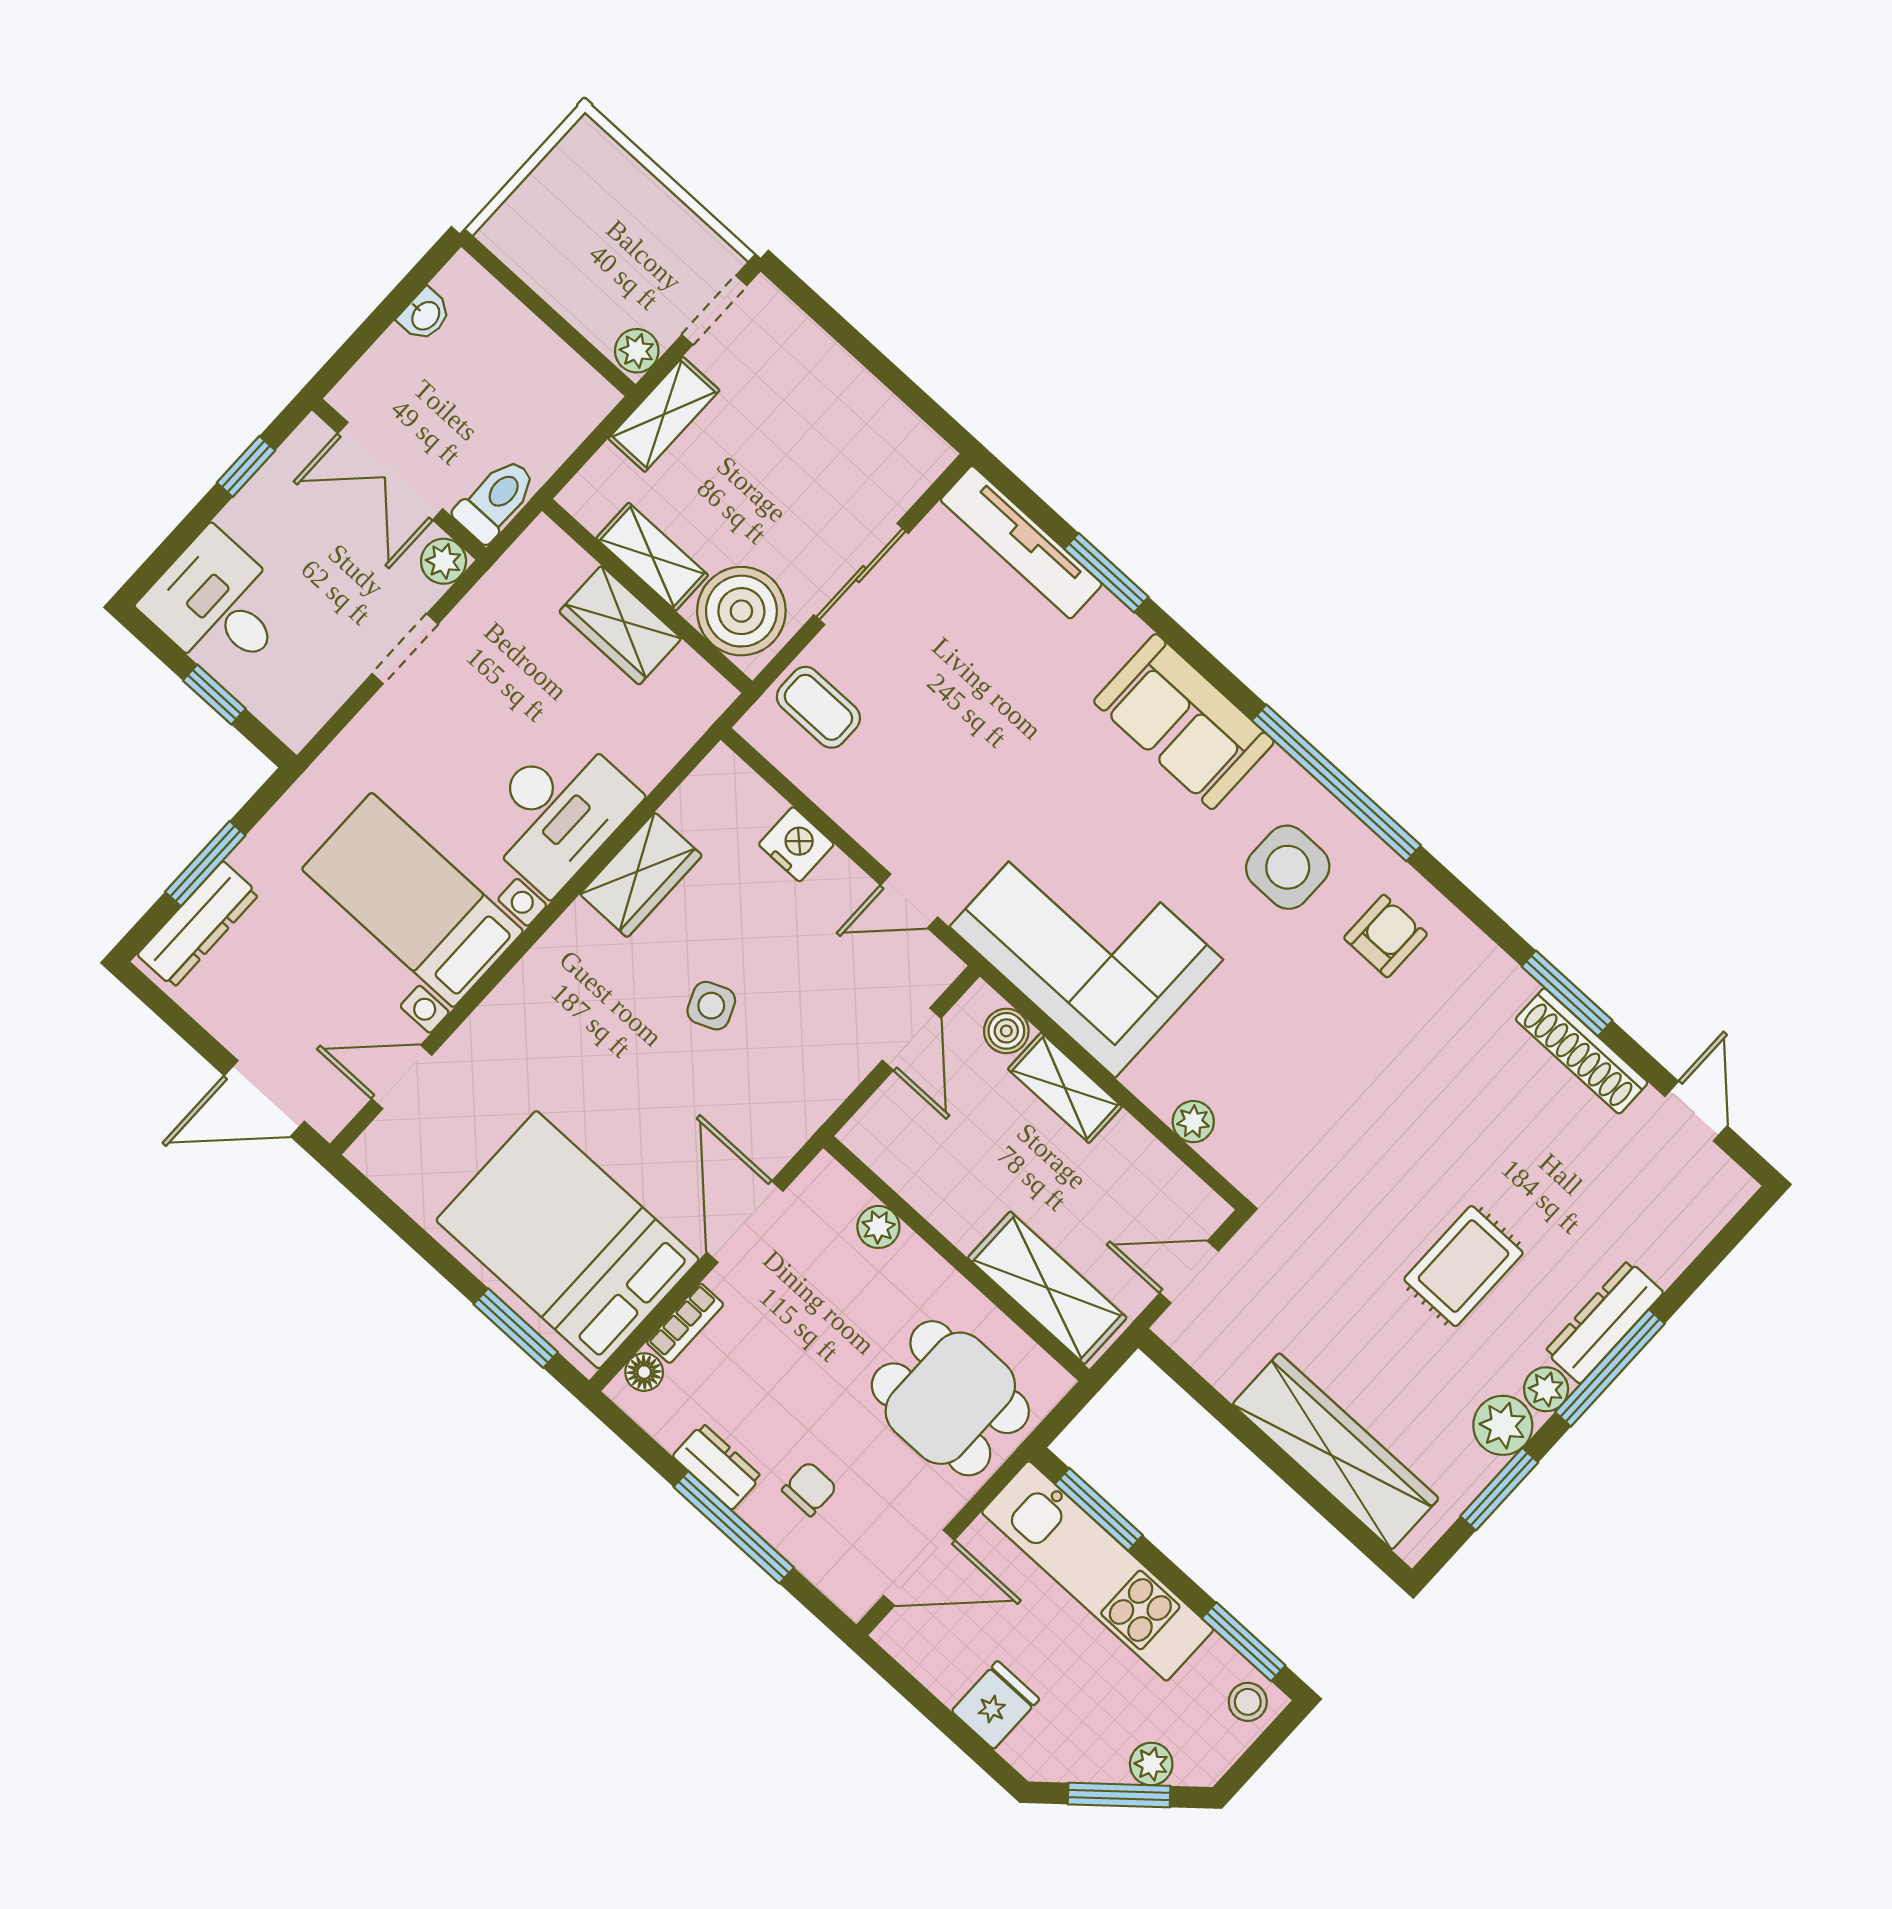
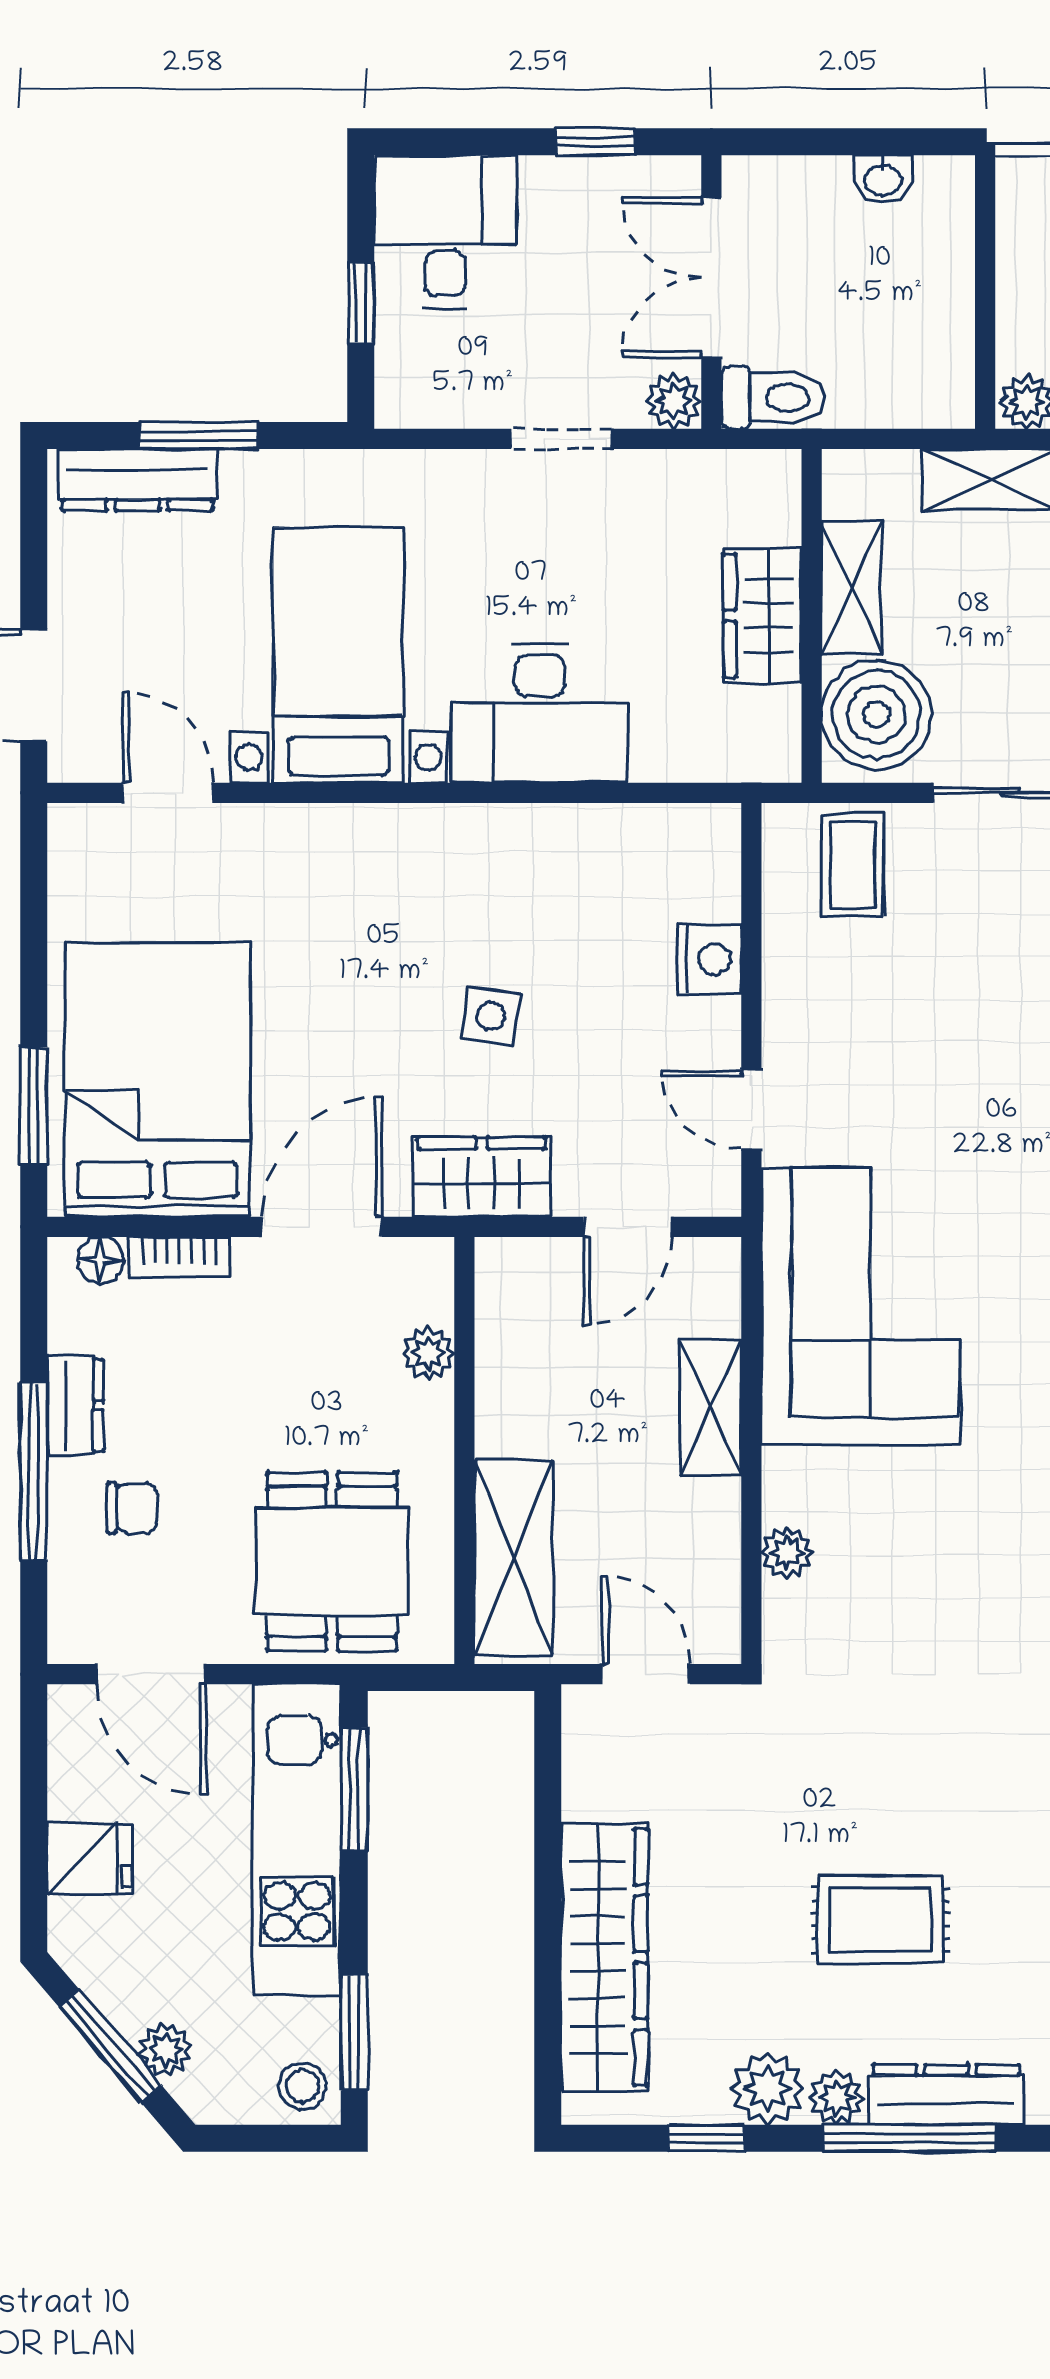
wardrobe: (641, 875) -> (482, 1177), moved, turned 180
side table: (711, 1006) -> (491, 1016), turned 31
boiler: (1006, 1031) -> (714, 1306), removed
window: (1499, 1489) -> (706, 2138), width x0.67

